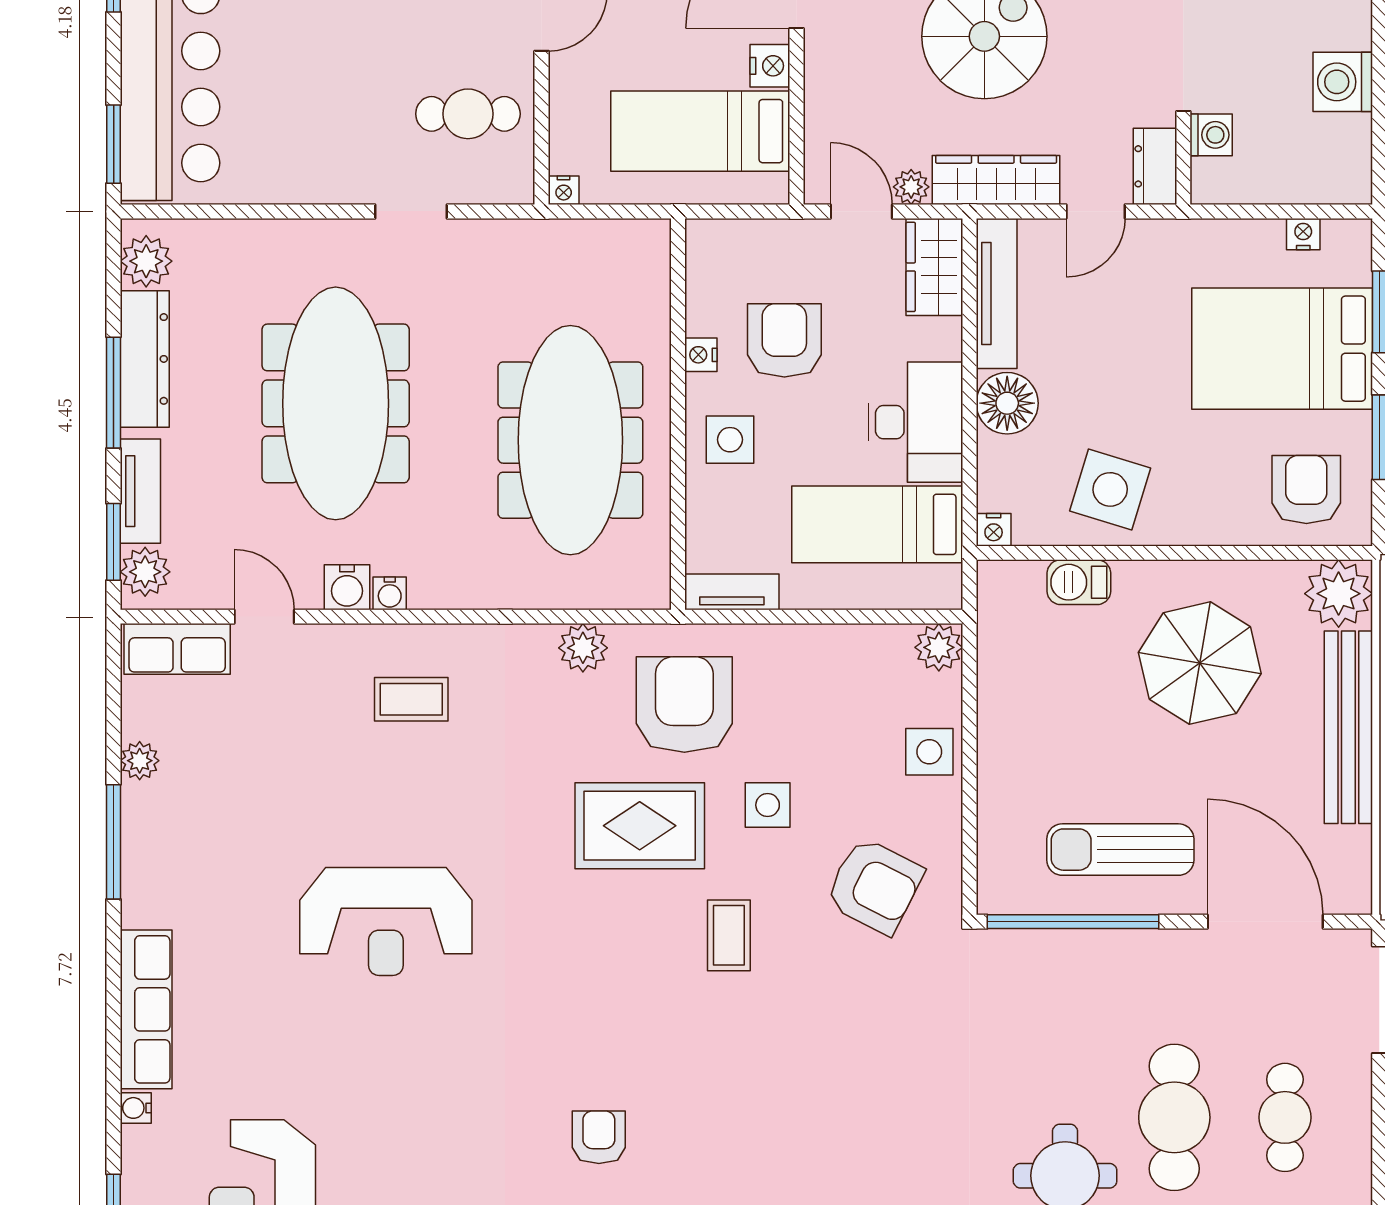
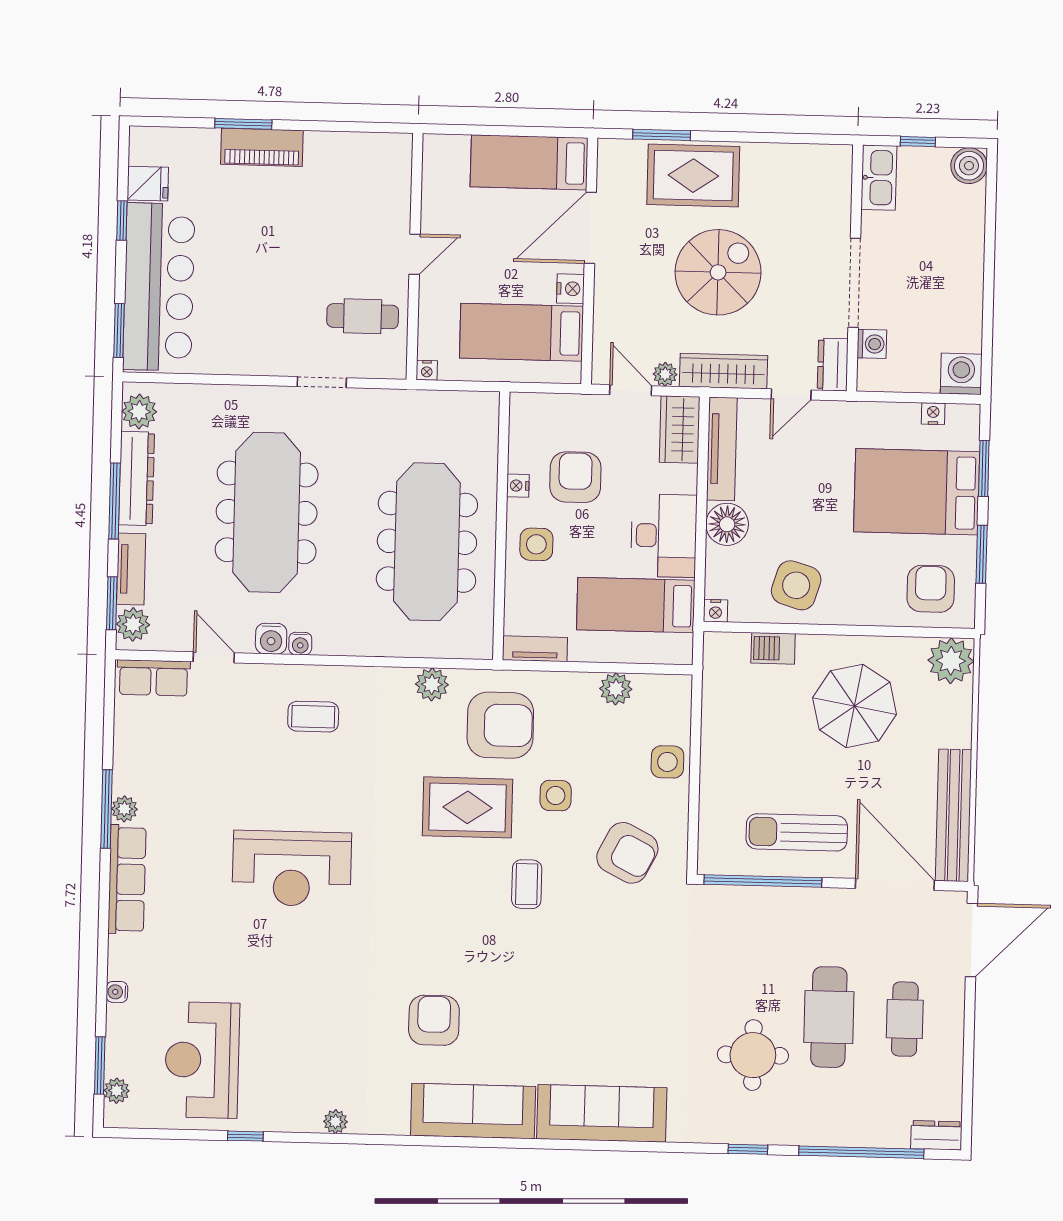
washing machine: (1343, 82) -> (961, 374), moved, turned 90
plant: (939, 647) -> (616, 689), moved
armchair: (684, 705) -> (500, 725), turned 90
bench: (1348, 727) -> (954, 815), moved
plant: (140, 761) -> (124, 809), moved
row of seats: (146, 1009) -> (127, 879), moved
armchair: (599, 1137) -> (434, 1020), width x1.38, depth x1.38

